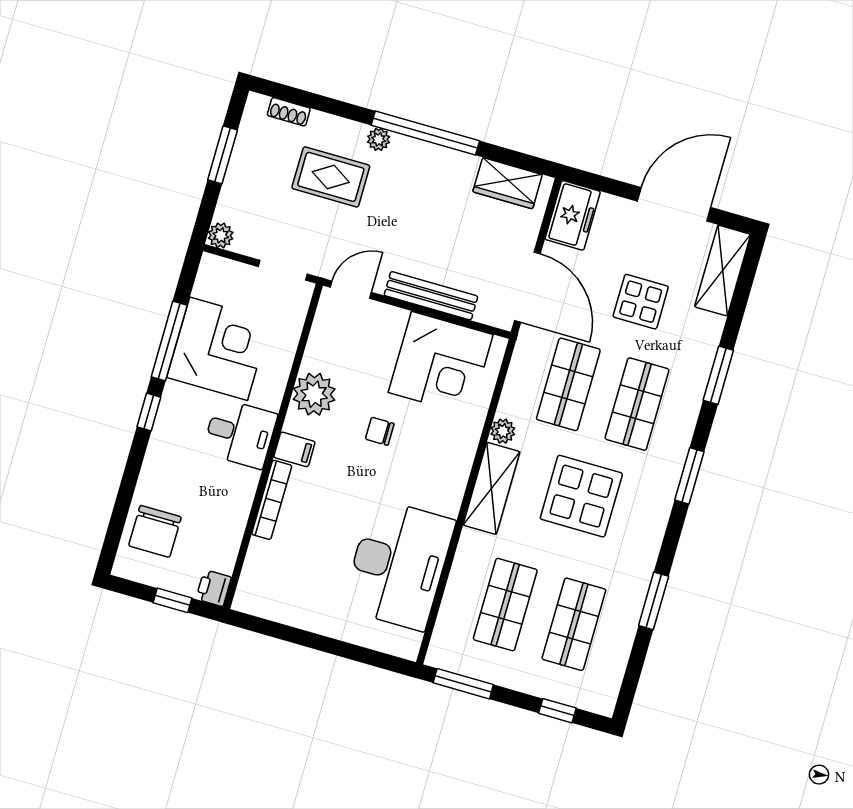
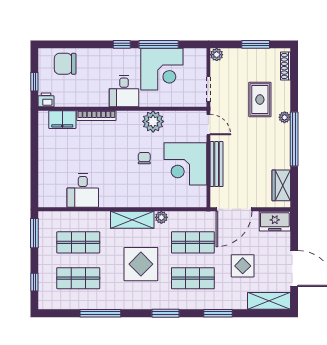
shoe rack: (289, 112) -> (285, 66), width x1.43
corner desk: (441, 364) -> (185, 164), moved
filing cabinet: (294, 449) -> (62, 120), moved, width x2.00
desk: (399, 564) -> (83, 191), width x0.53, depth x0.77
window: (654, 601) -> (100, 313), width x1.44

